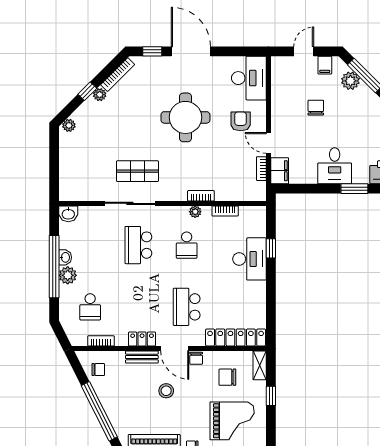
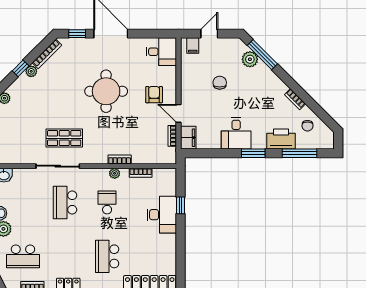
filing cabinet: (325, 65) -> (193, 46), moved
desk: (249, 78) -> (161, 52), width x0.73
school desk: (187, 245) -> (107, 202), turned 180
school desk: (90, 307) -> (23, 256), width x1.85

